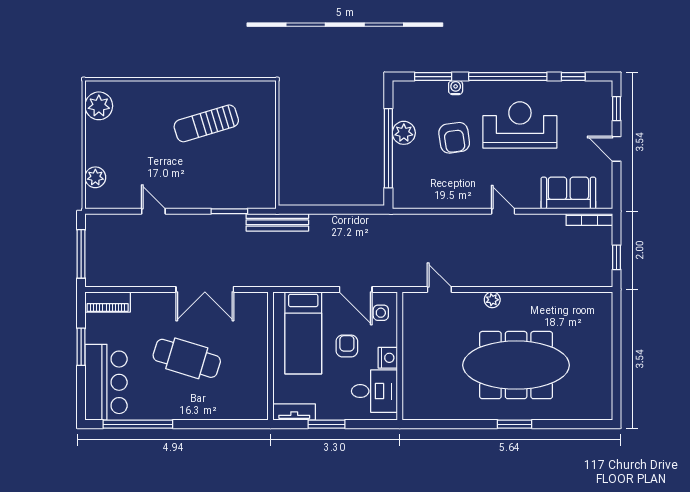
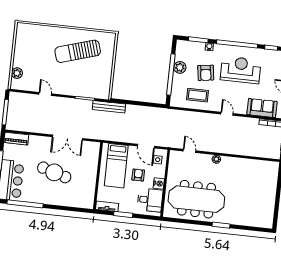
plant: (99, 106) -> (23, 36), removed
sun lounger: (206, 123) -> (78, 51), width x1.36, depth x1.34
coffee table: (443, 182) -> (198, 95), added
meeting table: (516, 365) -> (196, 199), moved

